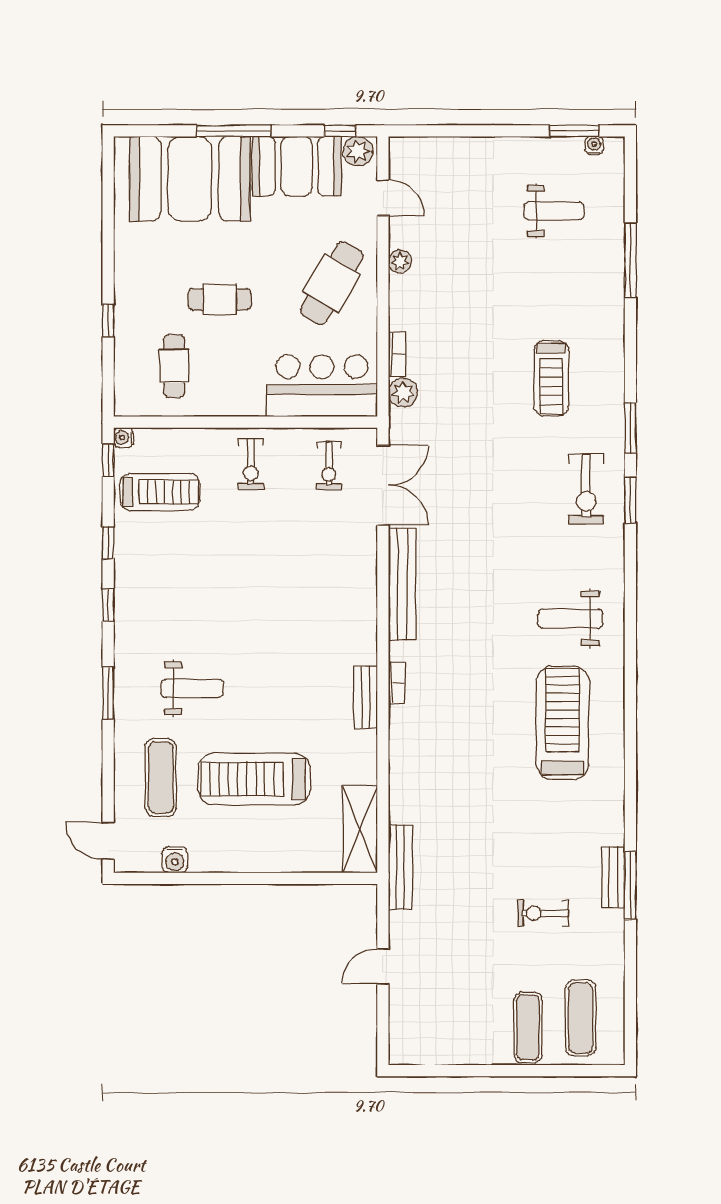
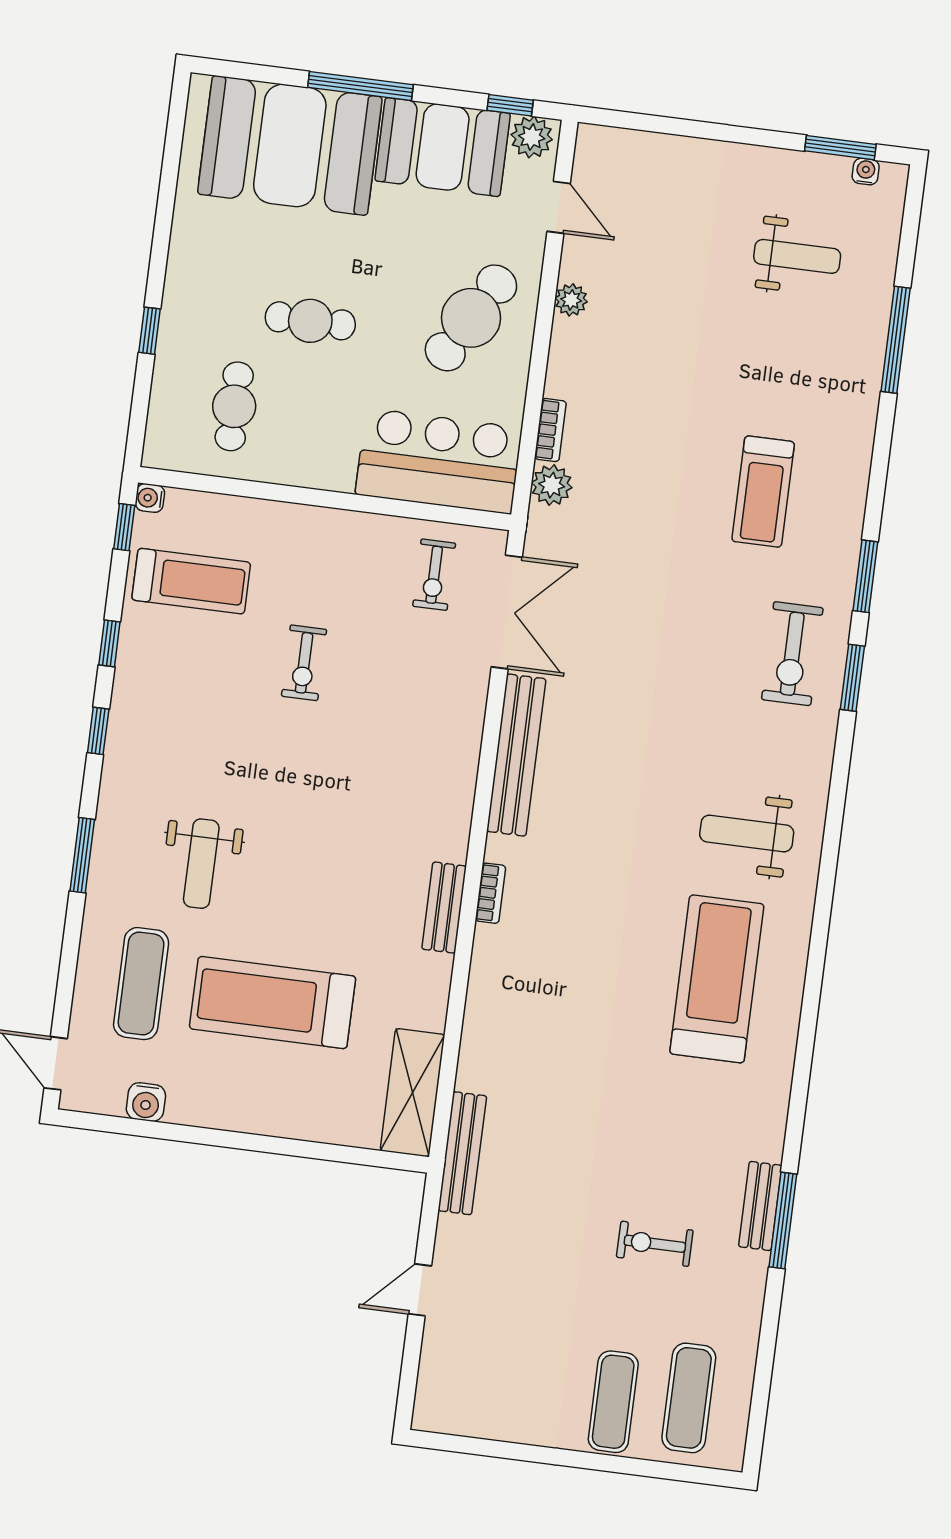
exercise bike: (251, 464) -> (304, 663), moved
weight bench: (192, 688) -> (201, 864), turned 90

